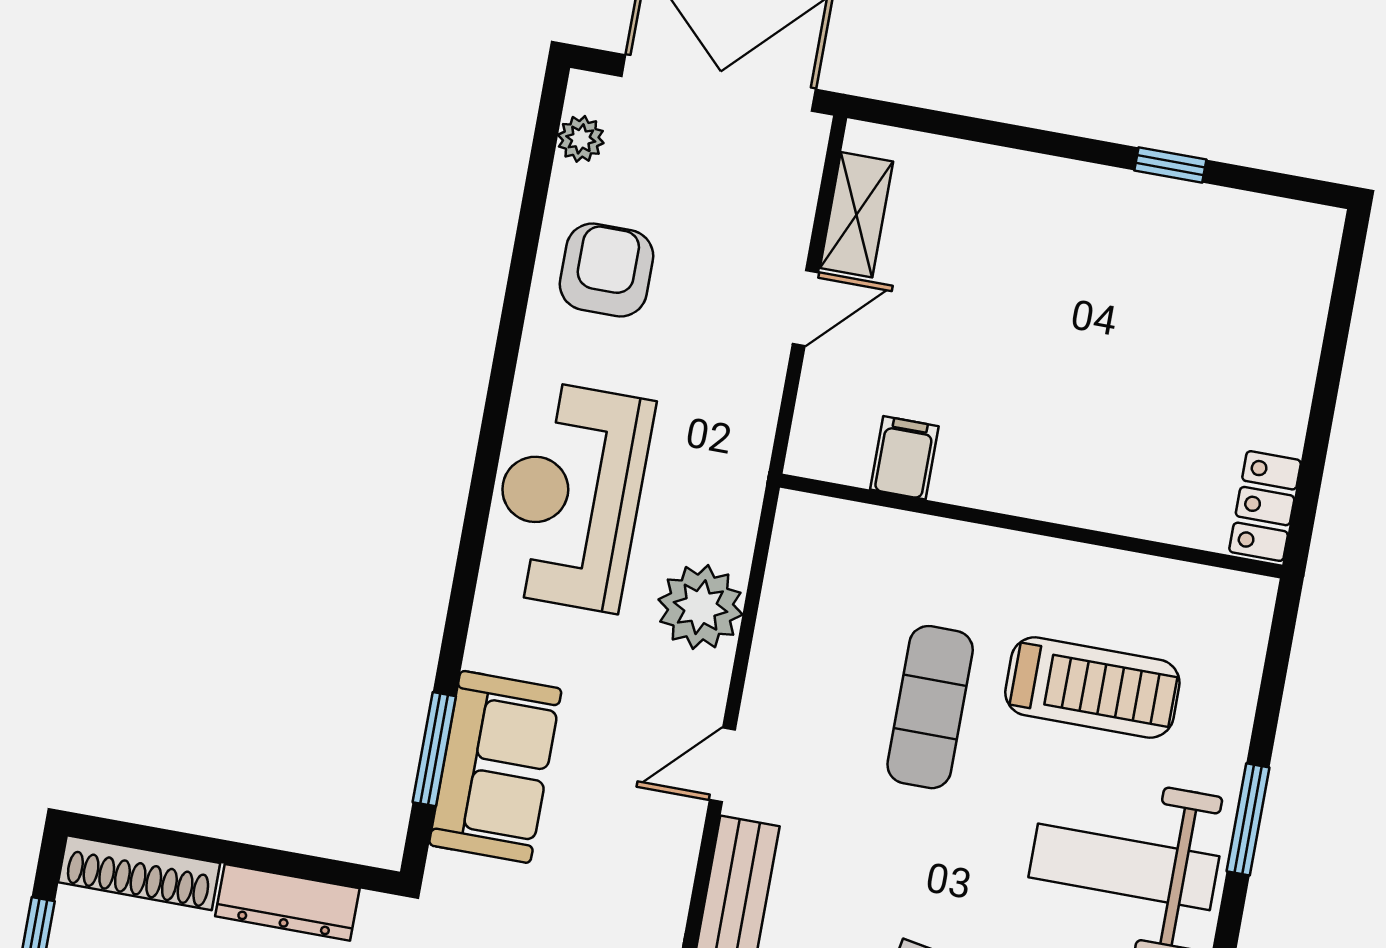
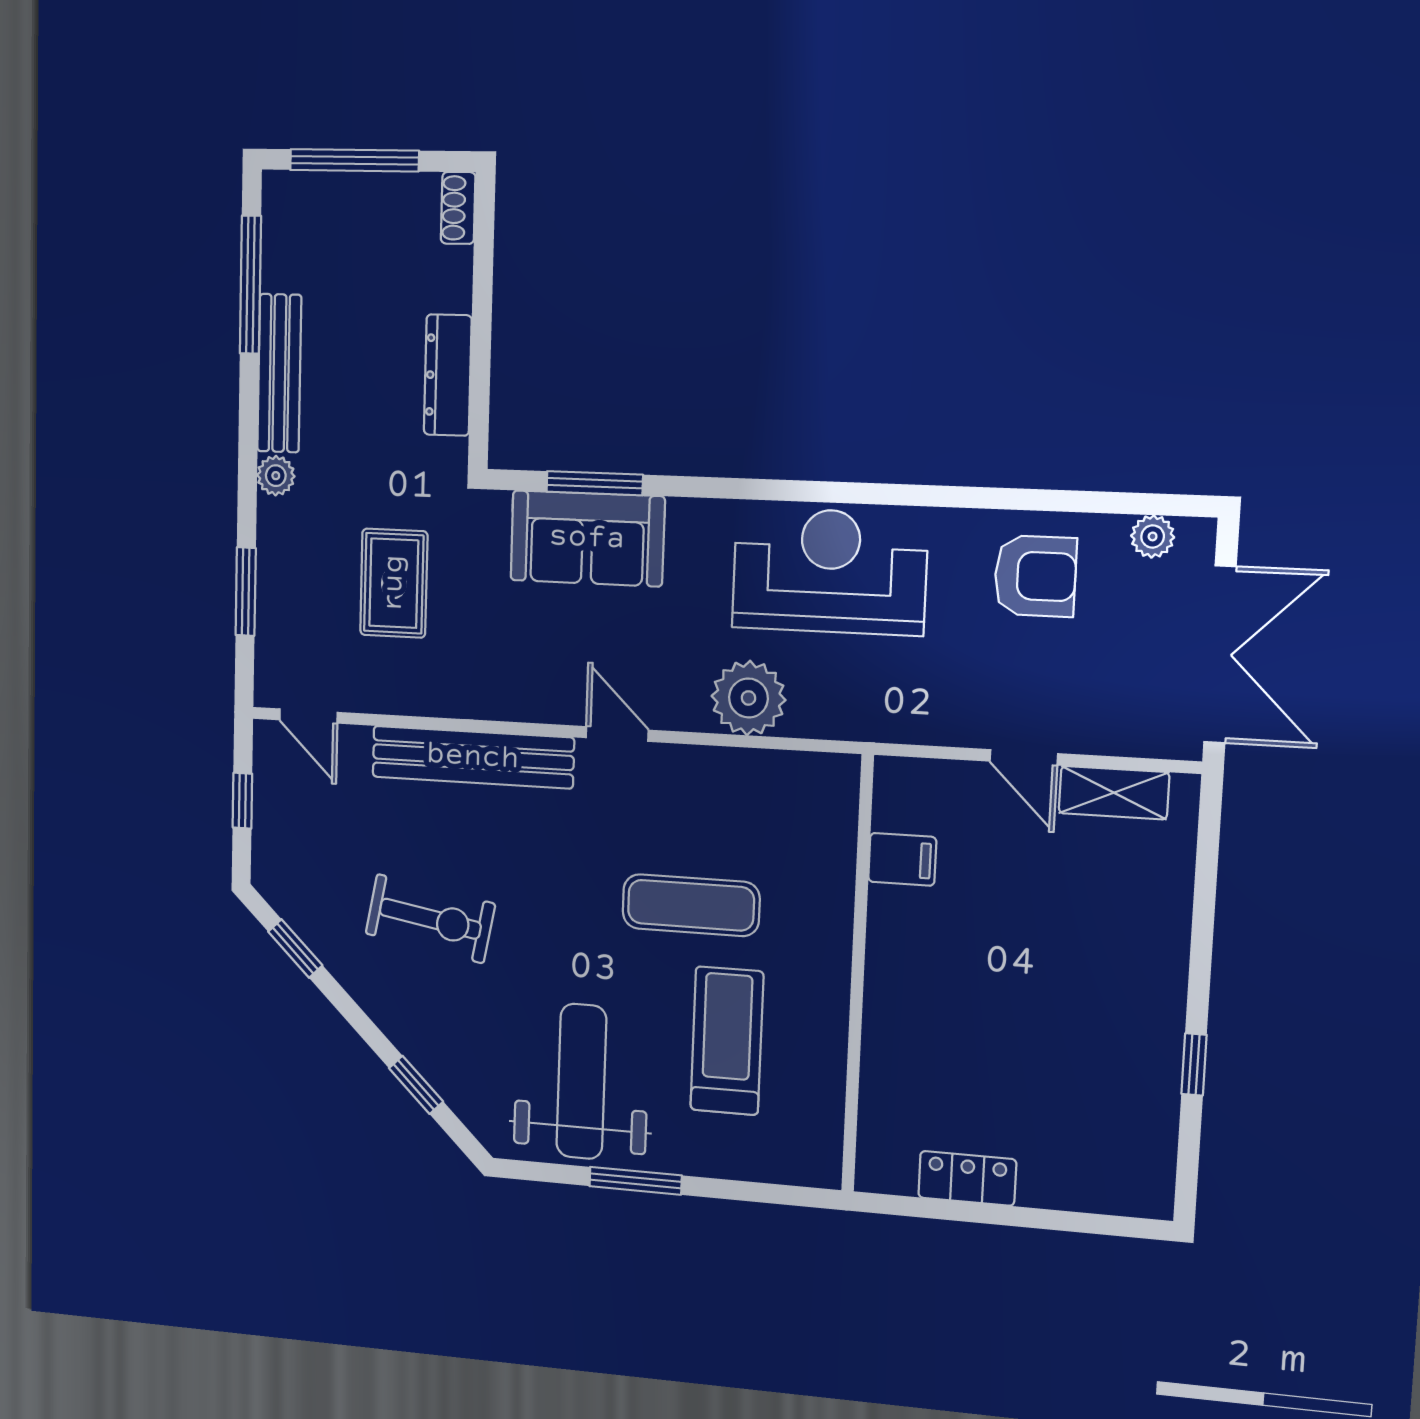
locker: (1265, 506) -> (967, 1178), moved
treadmill: (1092, 687) -> (727, 1041), turned 180
shoe rack: (139, 873) -> (458, 208), width x0.51, depth x0.81

